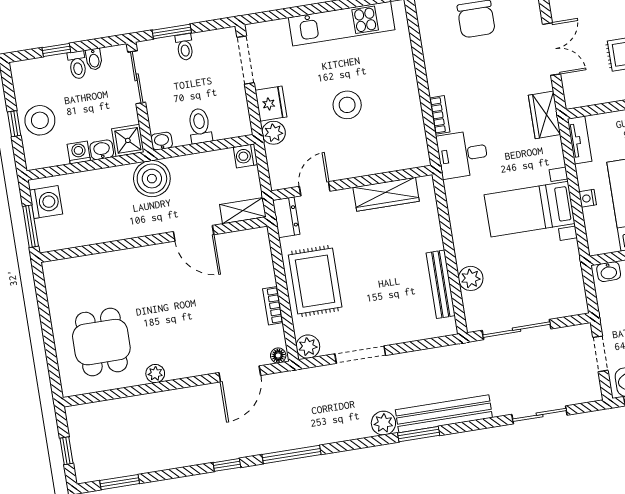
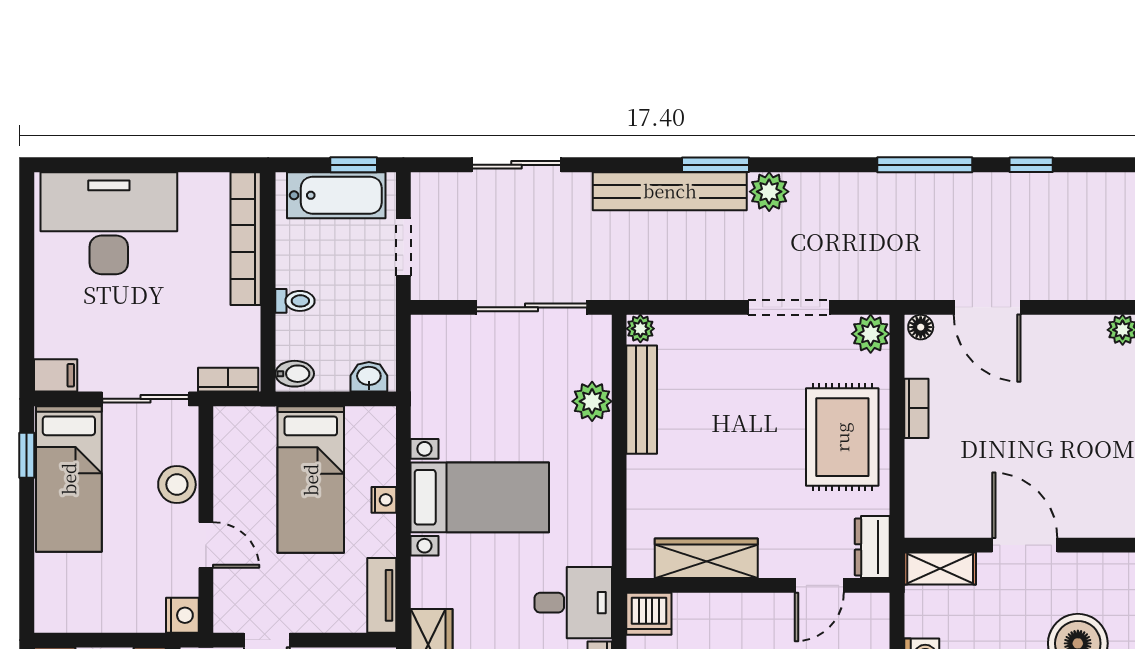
dishwasher: (415, 155) -> (649, 614), added
plant: (448, 327) -> (640, 329), added
door: (240, 374) -> (987, 307), swing flipped

